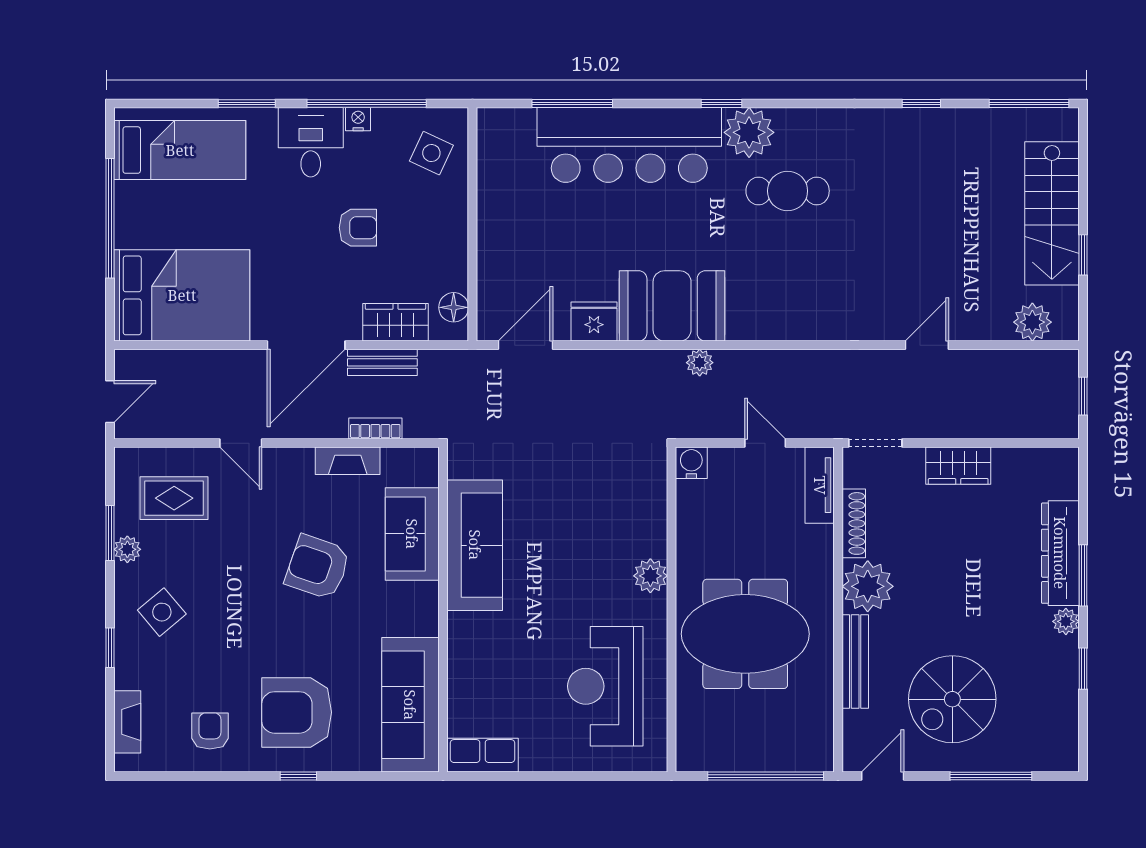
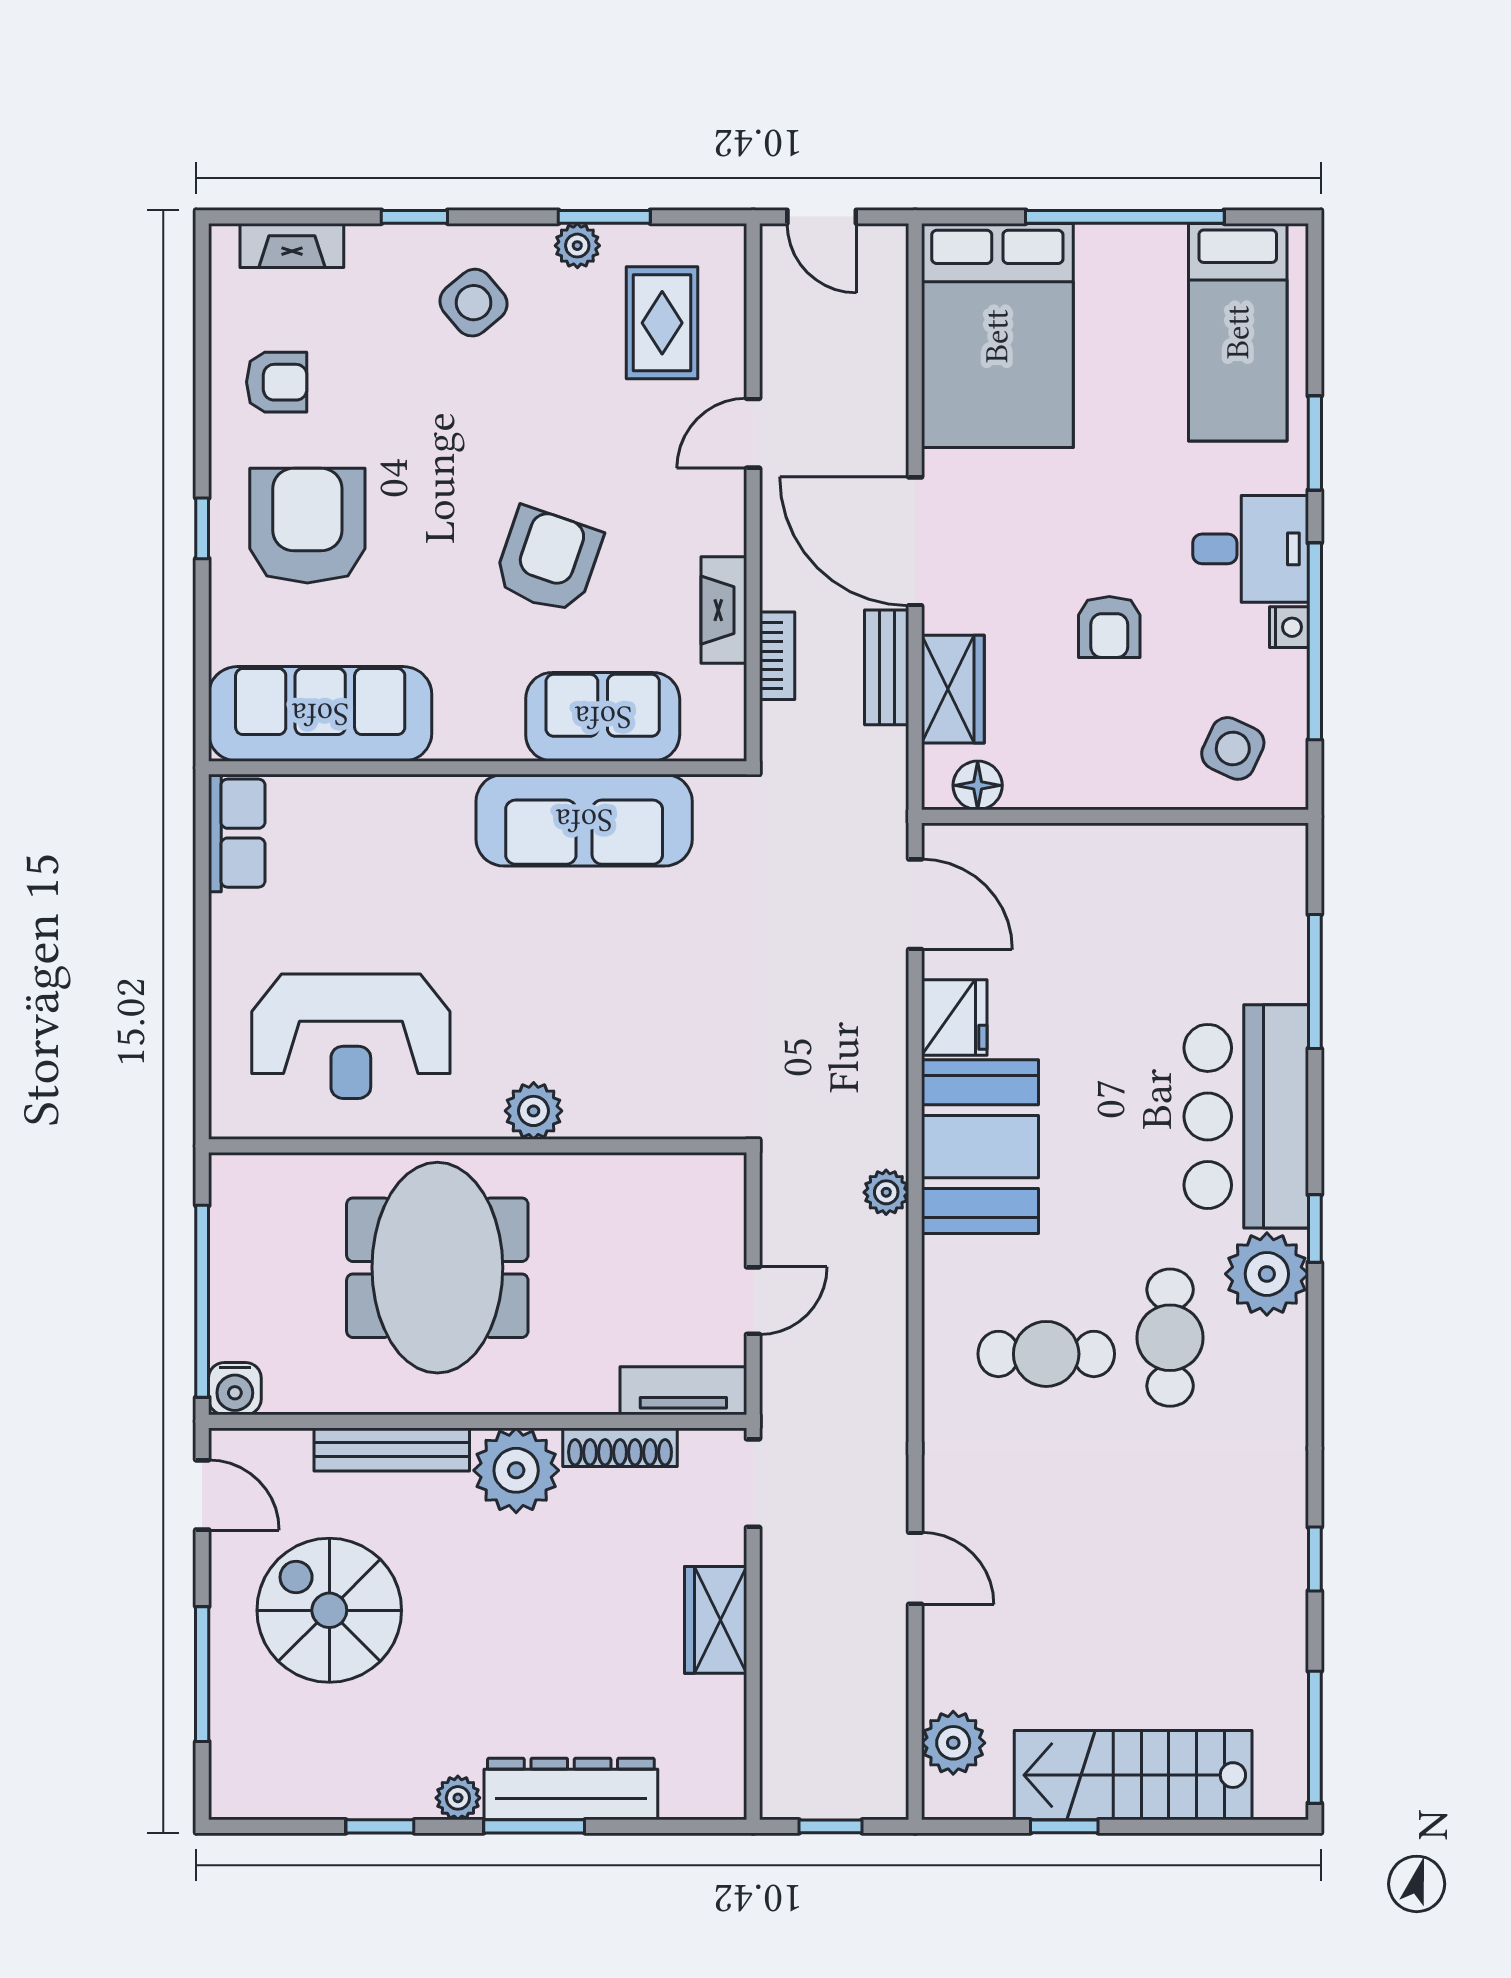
bar counter: (629, 145) -> (1246, 1116), width x0.73
cafe table: (797, 266) -> (1046, 1354), added
water cooler: (691, 463) -> (235, 1389), moved, turned 90
reception desk: (605, 686) -> (351, 1036), turned 180

